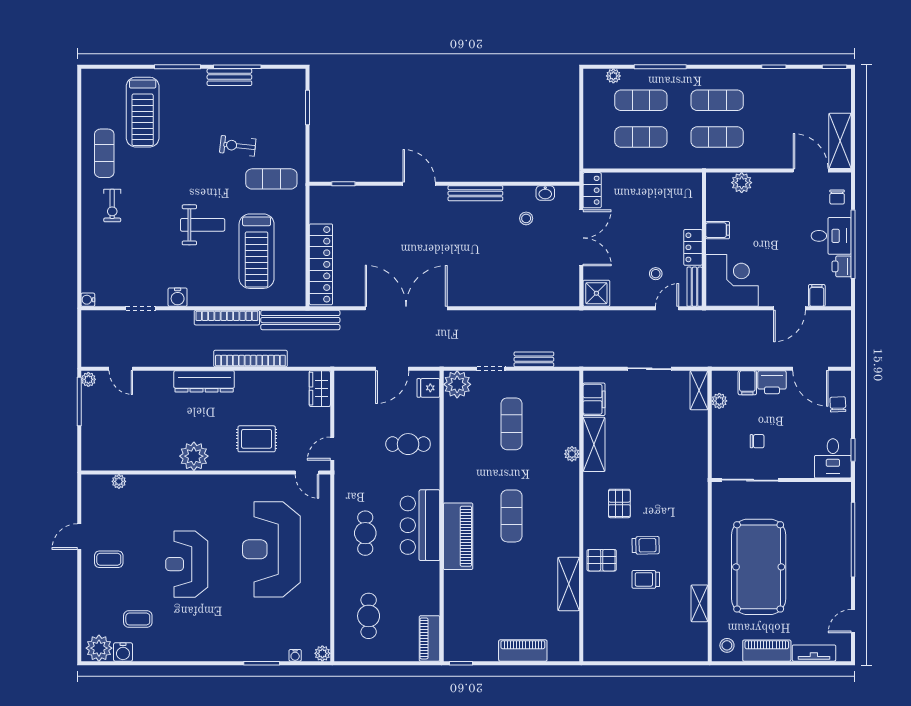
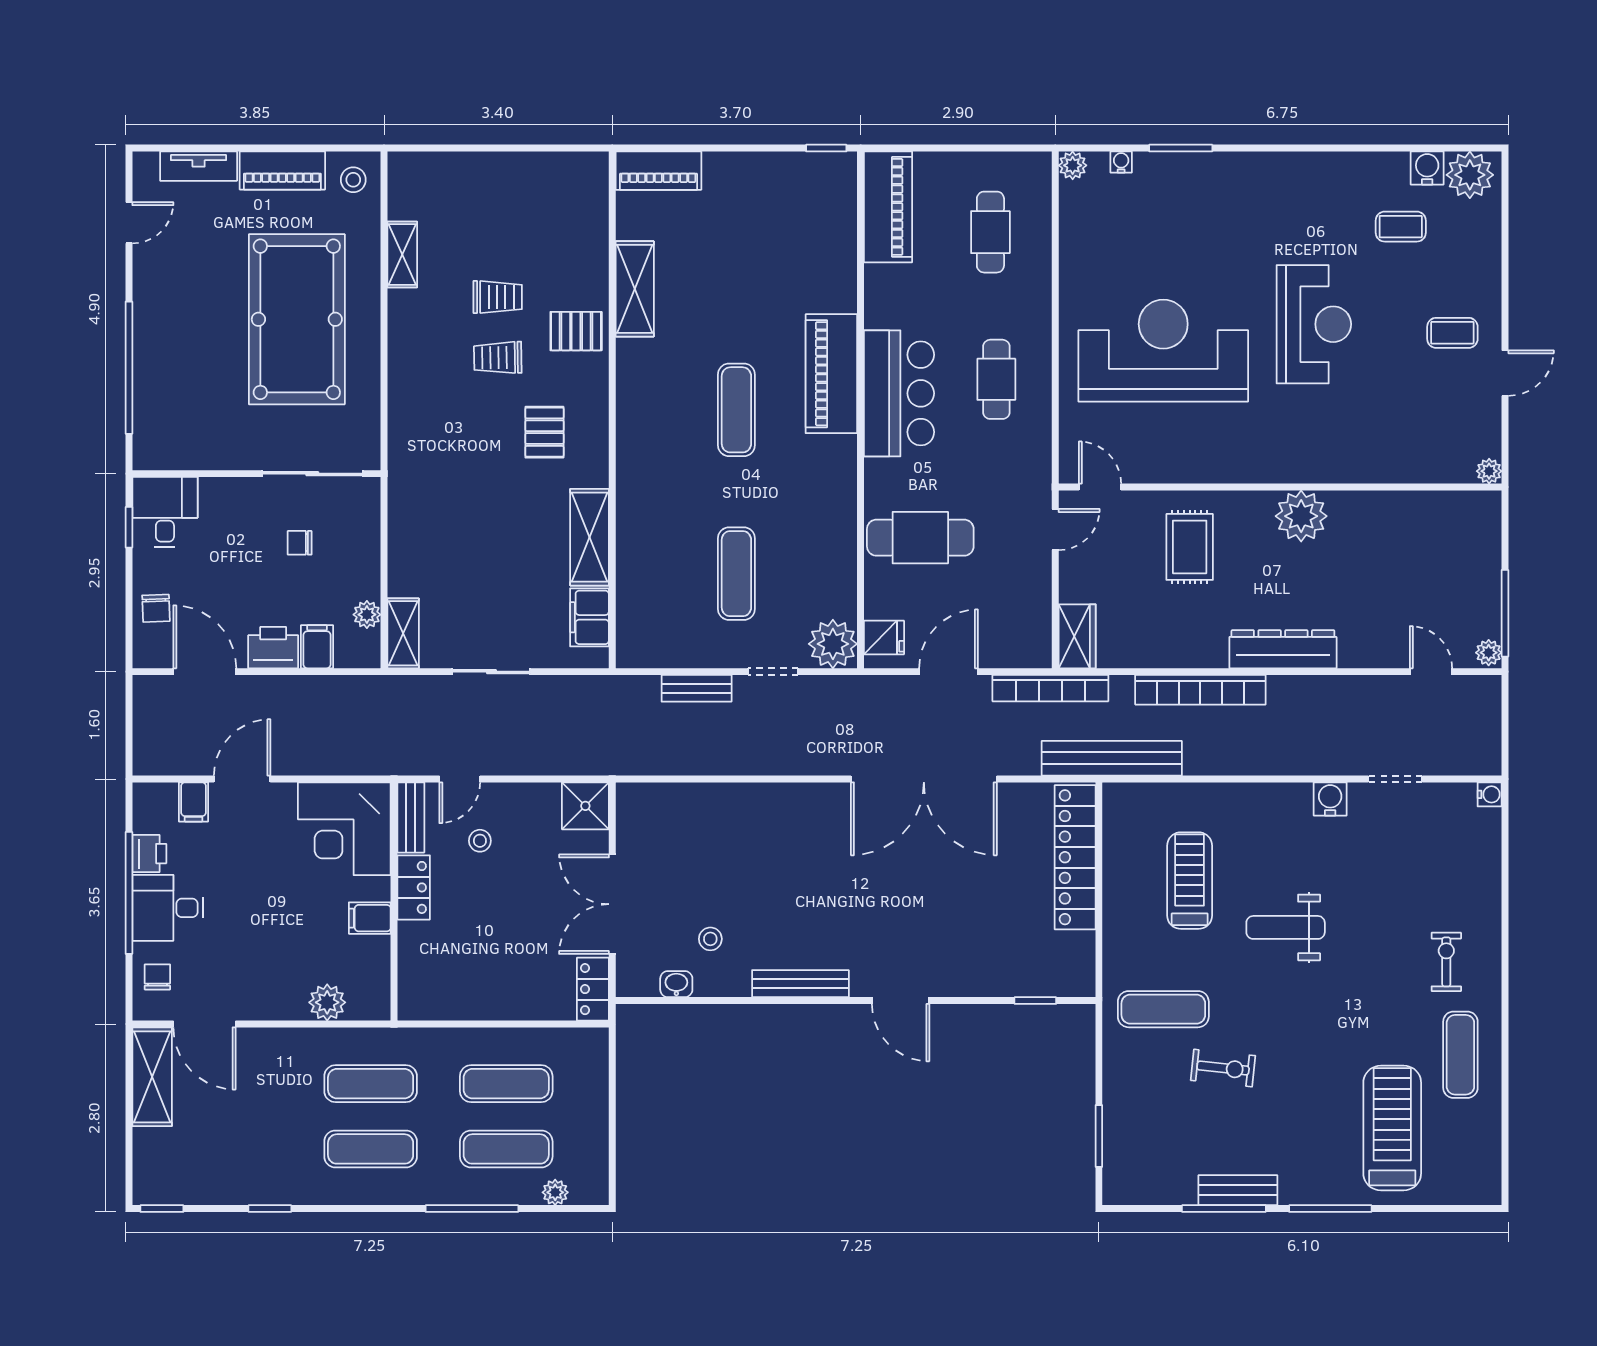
treadmill: (257, 251) -> (1190, 881), width x0.73, depth x0.73
bookcase: (227, 318) -> (1050, 688), moved, turned 180
rug: (257, 439) -> (1190, 547), turned 90
cafe table: (408, 444) -> (920, 538), width x1.37, depth x1.35
plant: (572, 454) -> (629, 520), removed
plant: (119, 481) -> (1489, 471), moved
reception desk: (271, 549) -> (1163, 351), turned -90
piano: (430, 638) -> (888, 207), width x1.37, depth x1.33
piano: (523, 651) -> (658, 171), moved

